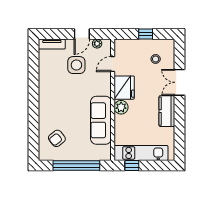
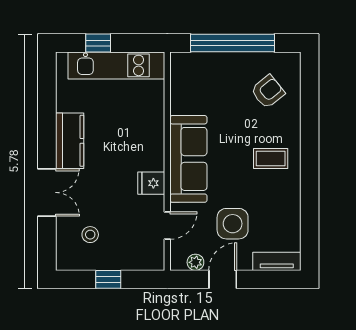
fridge: (124, 88) -> (151, 183), width x0.53, depth x0.75
coffee table: (55, 101) -> (271, 158), added
plant: (121, 107) -> (152, 148), removed
sofa: (101, 120) -> (188, 159), moved
window: (132, 165) -> (98, 43), moved

